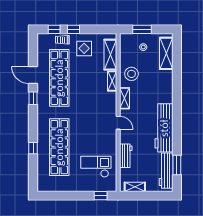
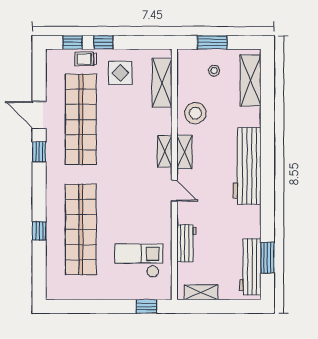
shelving: (112, 81) -> (165, 151), moved
workbench: (164, 128) -> (247, 166), moved

